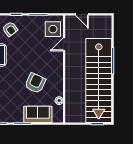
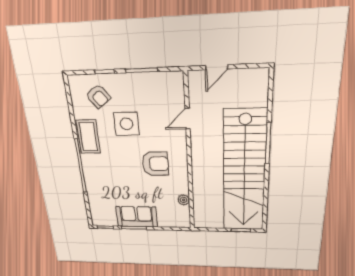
door: (82, 14) -> (216, 67), hinge flipped
side table: (53, 29) -> (126, 124), moved
armchair: (35, 83) -> (155, 164), moved, turned 65
sofa: (38, 114) -> (137, 217), moved

